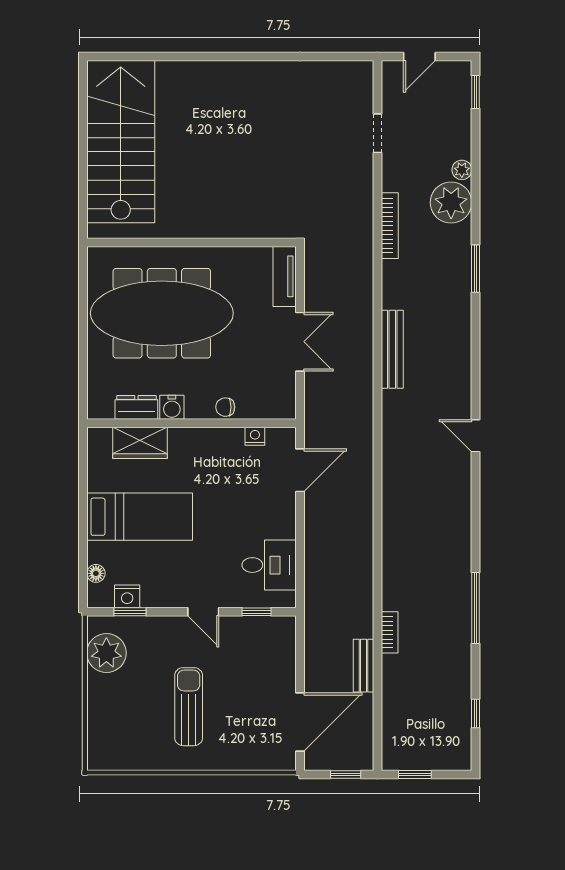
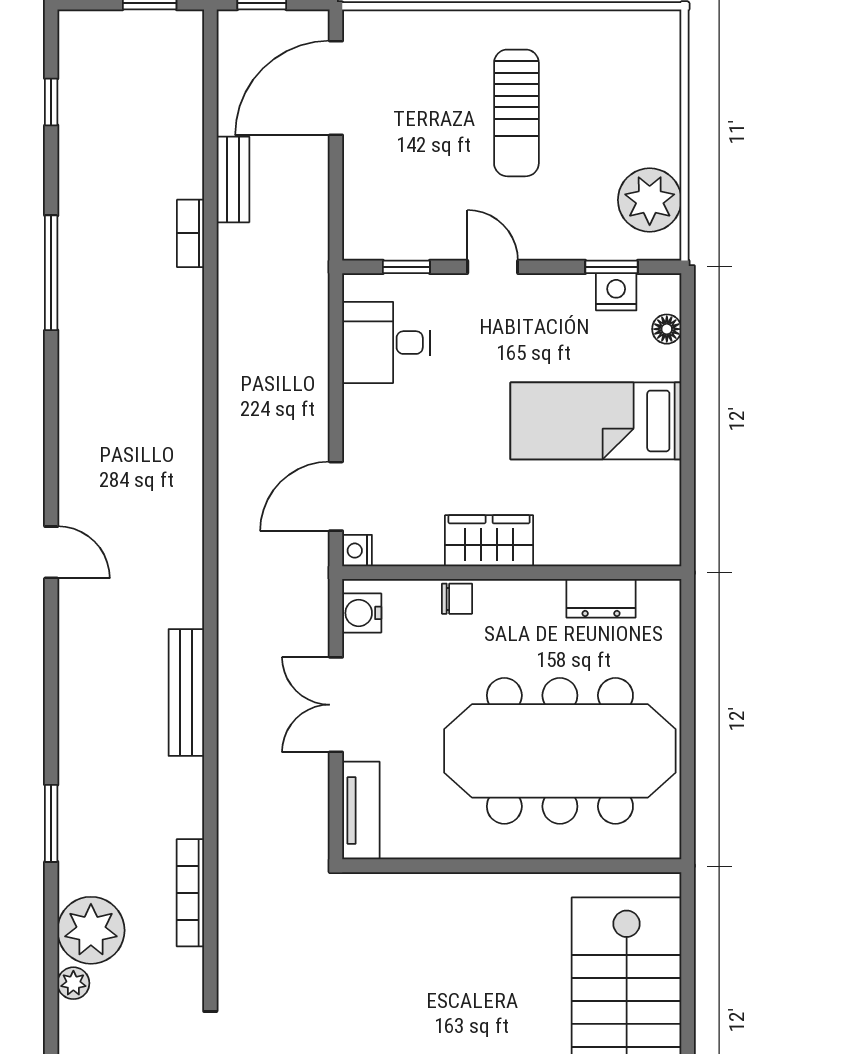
water cooler: (172, 407) -> (362, 613), moved, turned -90
nightstand: (255, 436) -> (357, 551), moved, turned 90
wardrobe: (140, 443) -> (489, 541), moved

